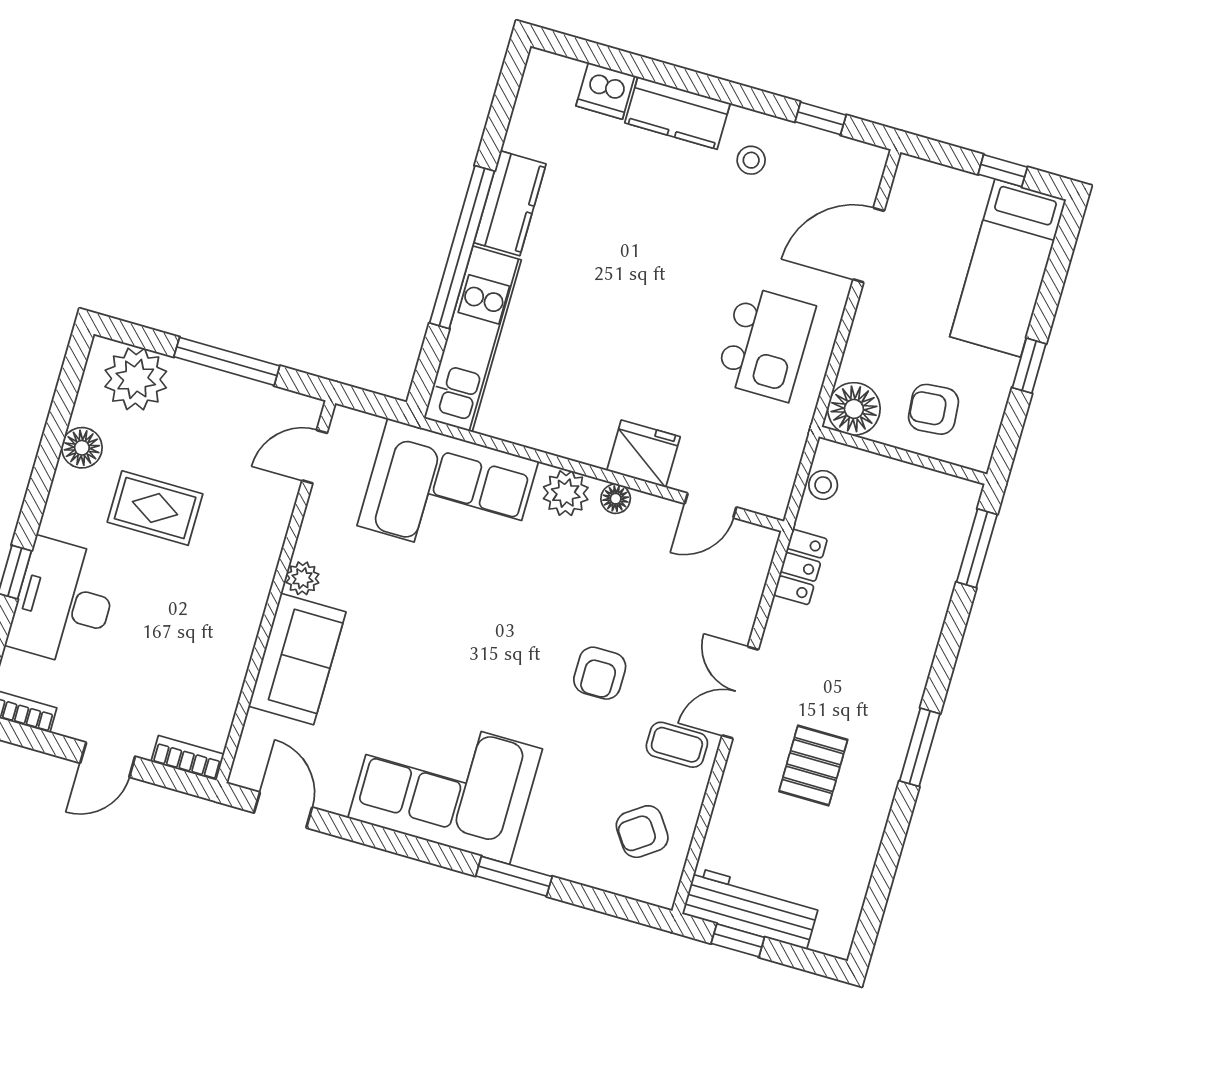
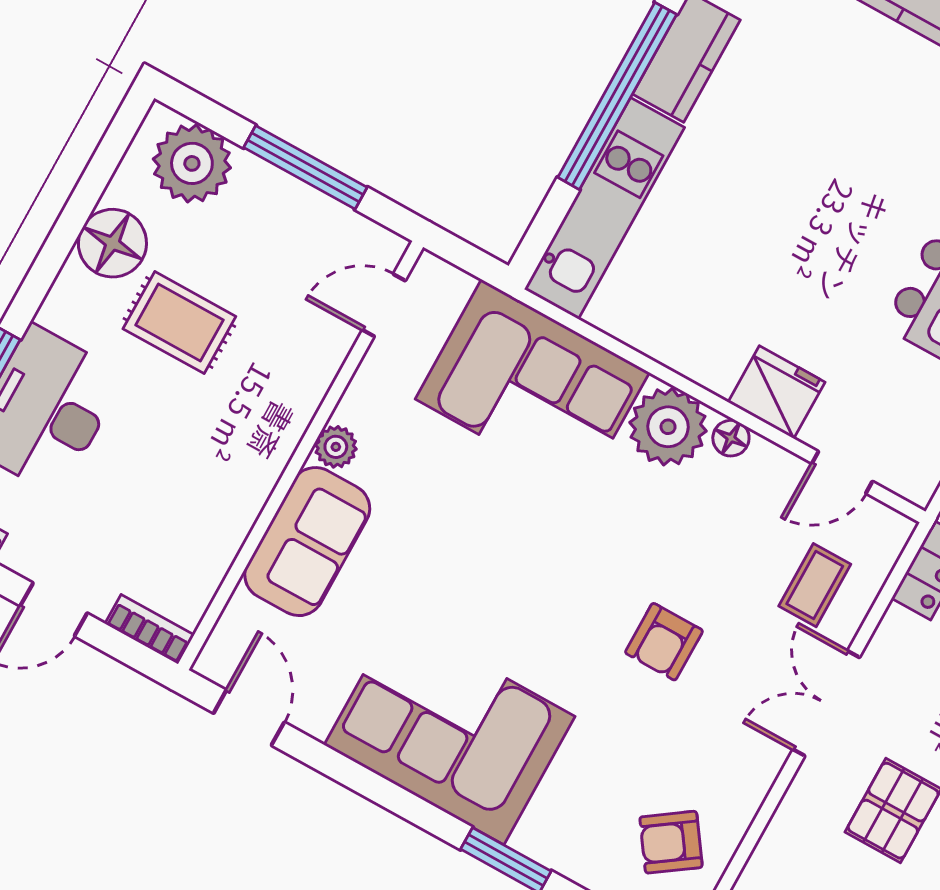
floor lamp: (82, 448) -> (112, 243), width x1.38, depth x1.38
plant: (566, 493) -> (668, 427), width x1.36, depth x1.36
coffee table: (677, 745) -> (815, 585), moved, turned 90

